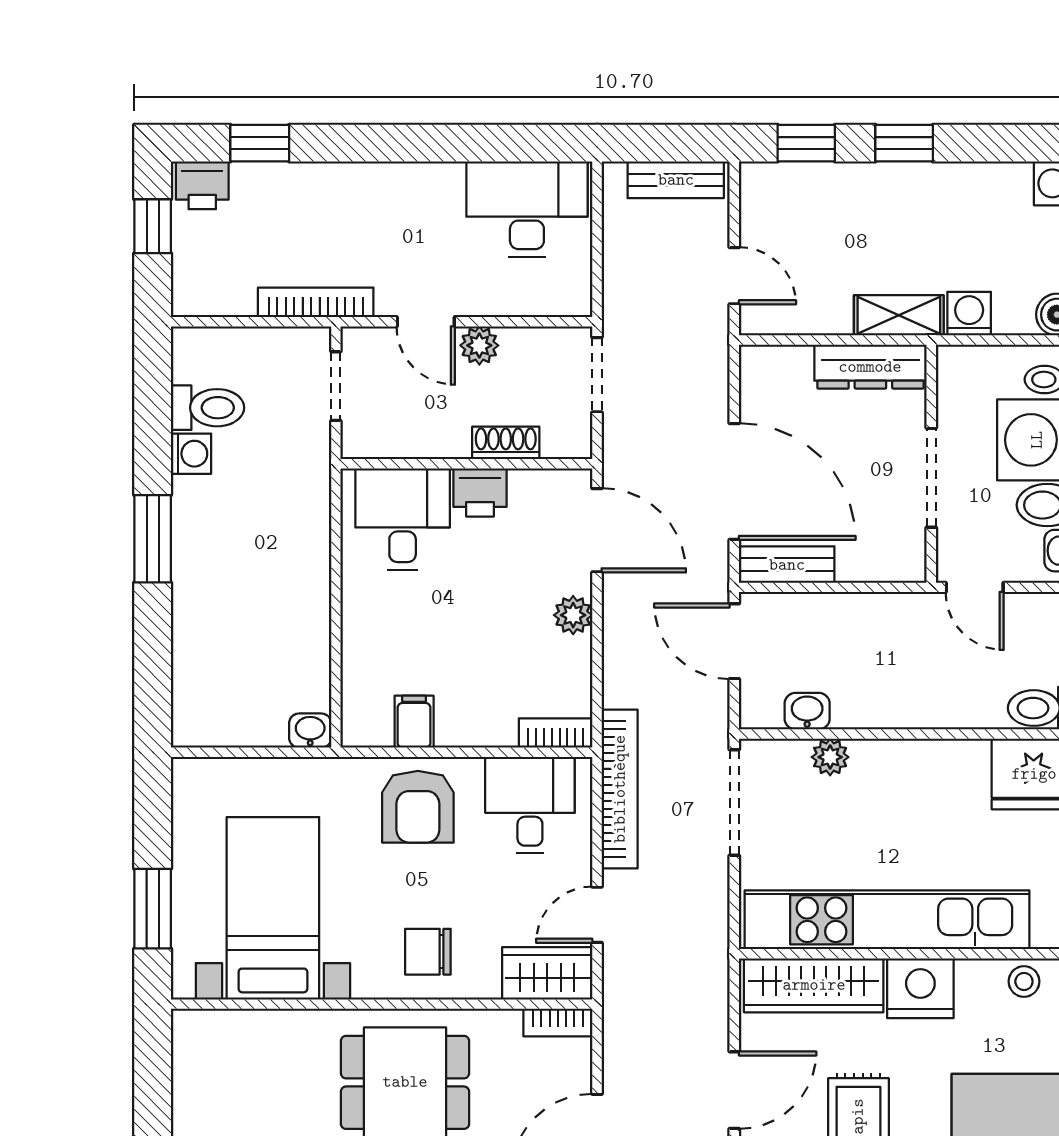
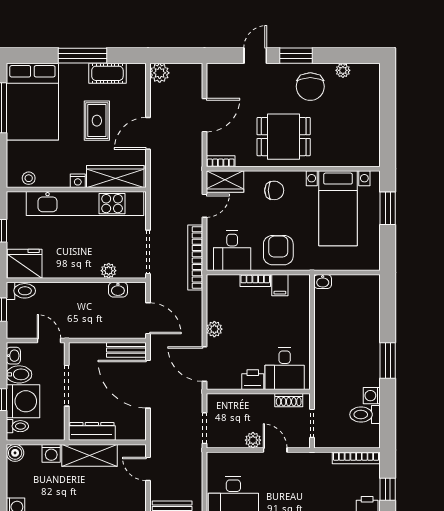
bookcase: (316, 302) -> (356, 458), moved
shelving: (899, 315) -> (89, 455), width x1.50, depth x1.33
shoe rack: (506, 443) -> (289, 400), moved
bookcase: (556, 733) -> (255, 281), moved
nightstand: (920, 988) -> (78, 181), width x0.53, depth x0.56

